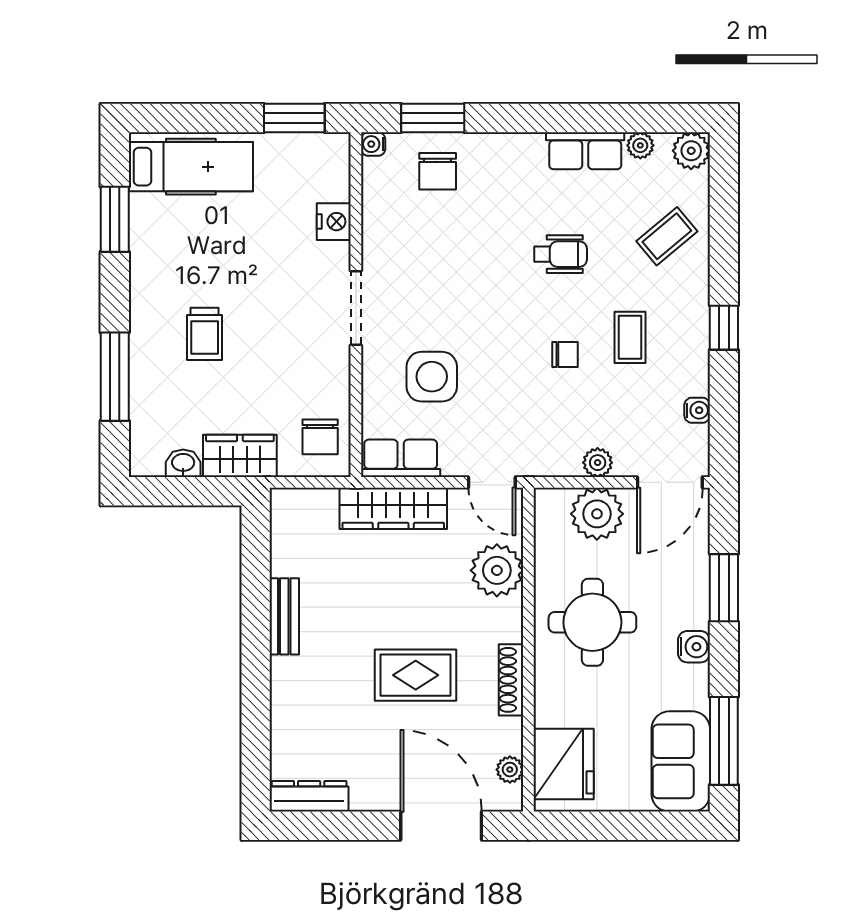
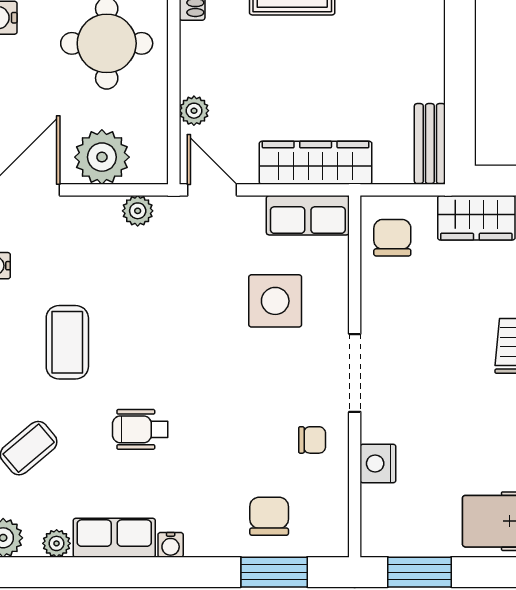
water cooler: (373, 144) -> (171, 545), moved, turned 90
coffee table: (630, 337) -> (67, 342), width x1.36, depth x1.30
chair: (565, 354) -> (312, 440), moved, turned 180
plant: (598, 463) -> (138, 211), moved
plant: (497, 570) -> (194, 111), width x0.53, depth x0.53
bench: (284, 616) -> (430, 144), moved

